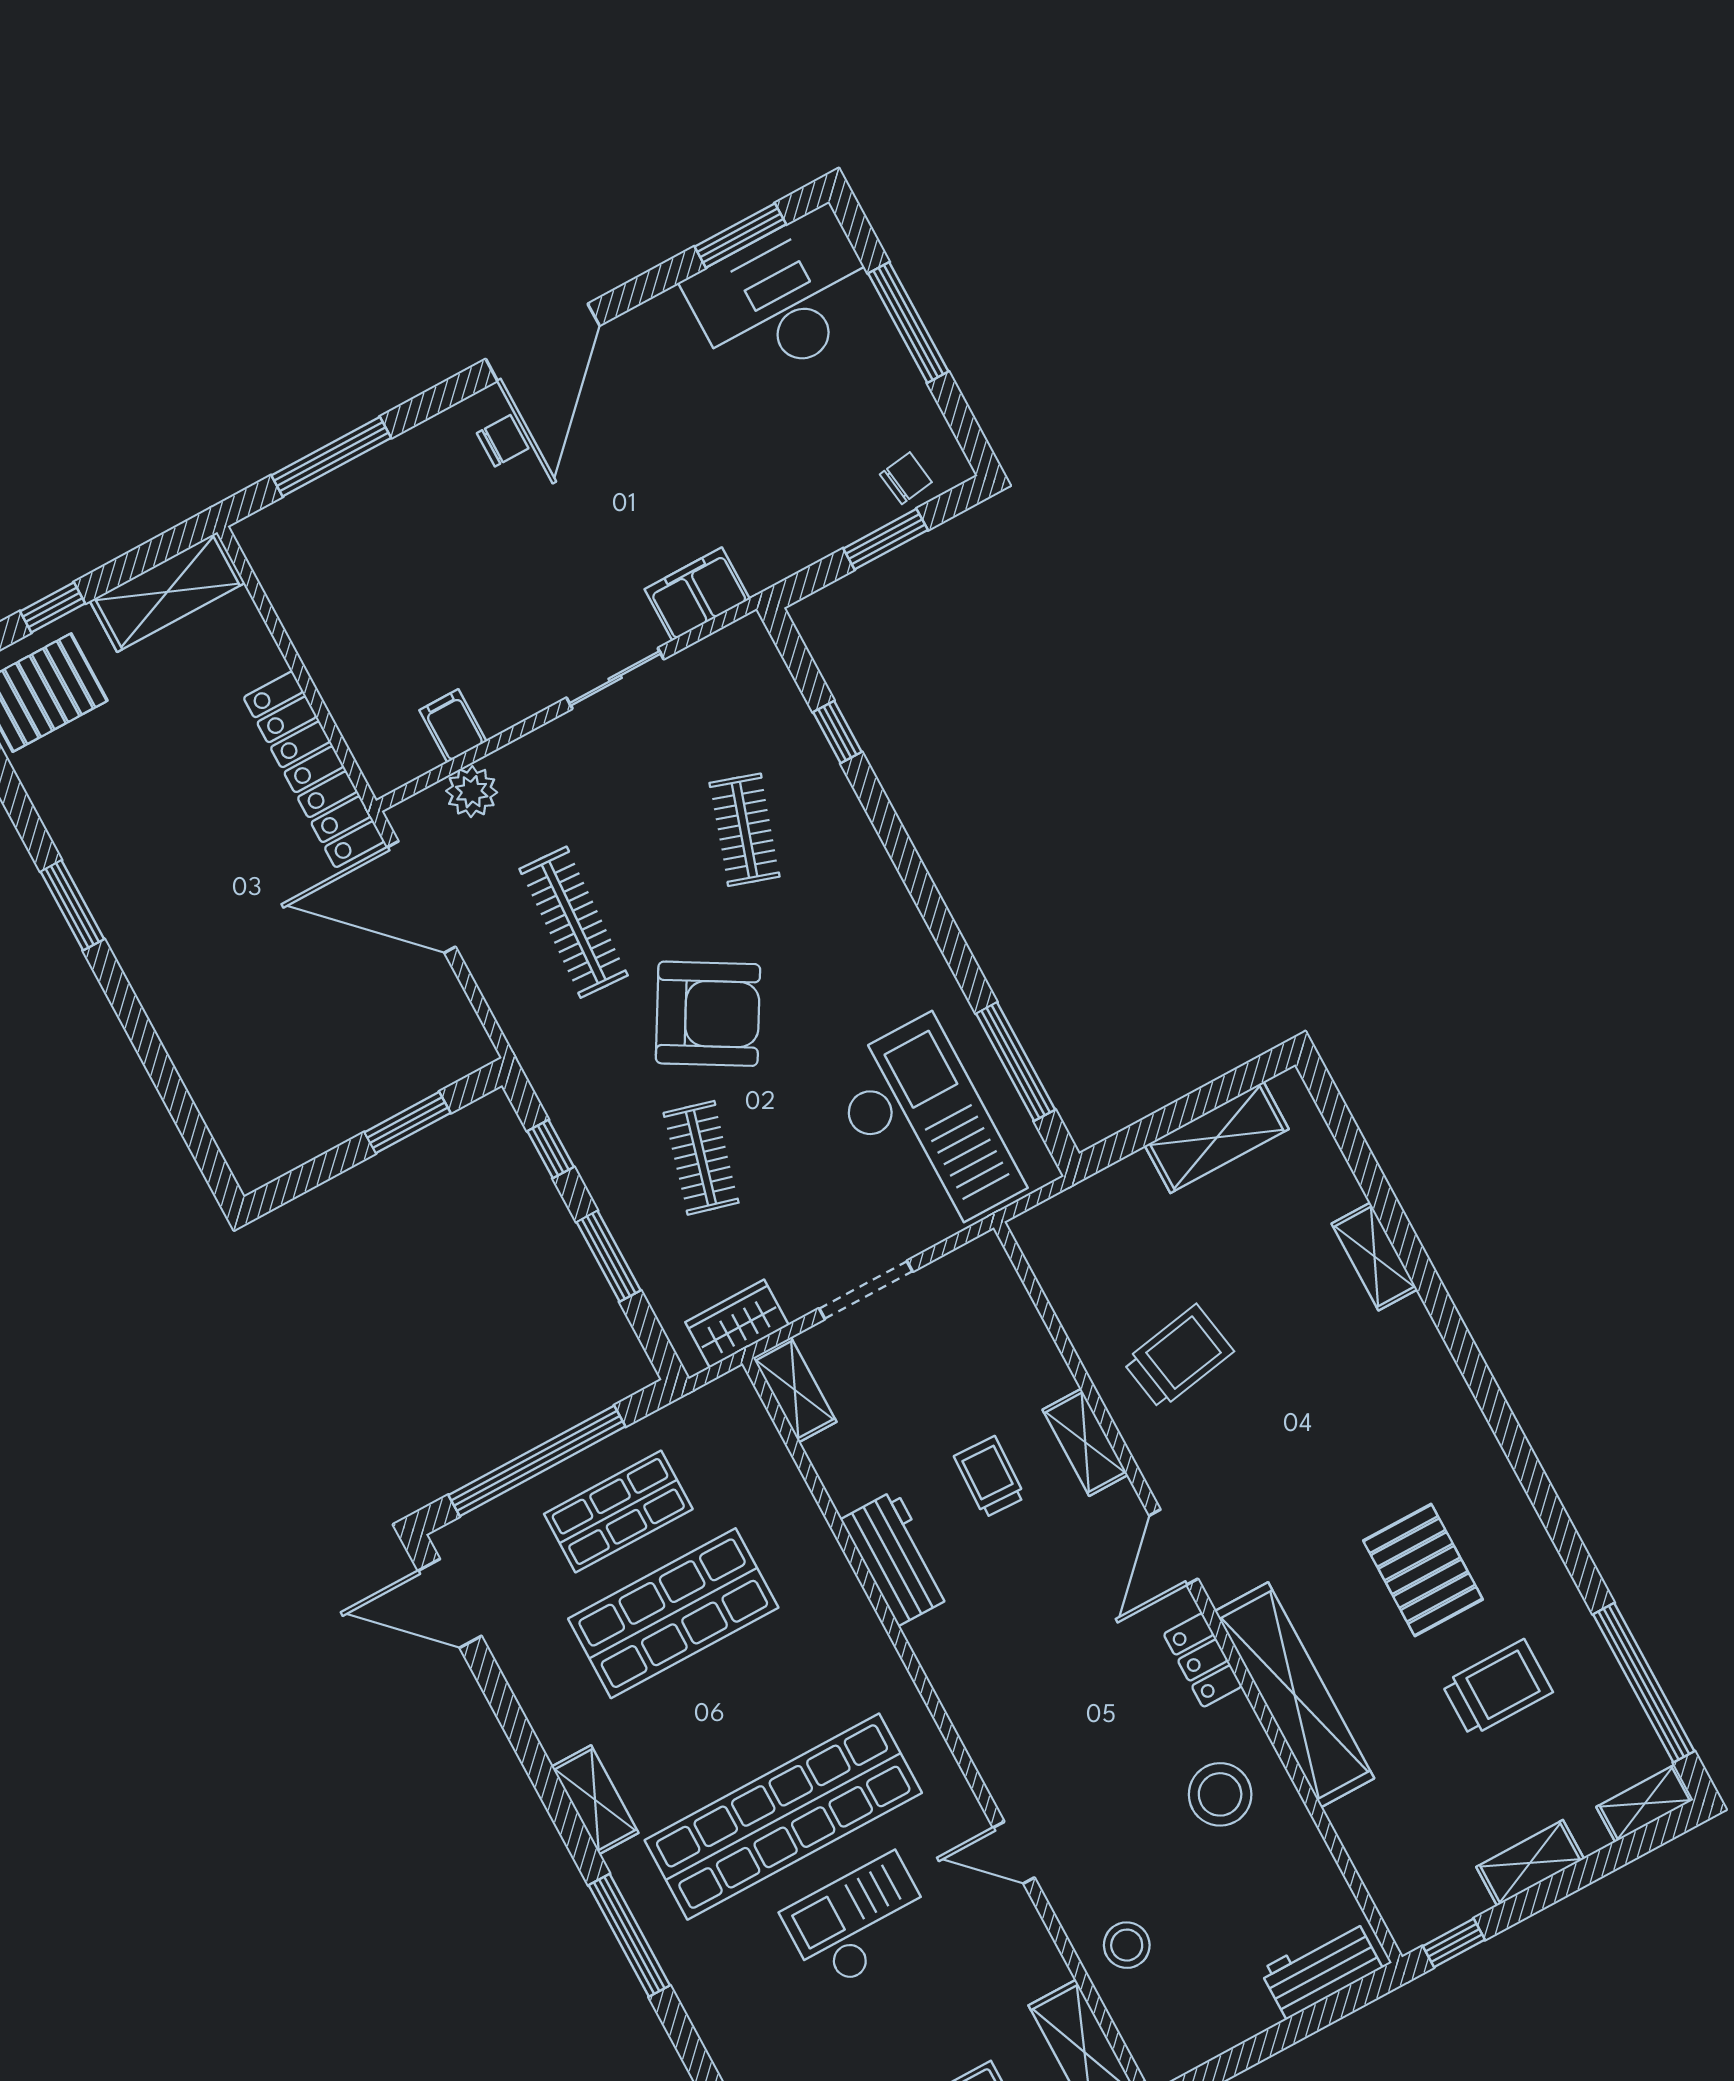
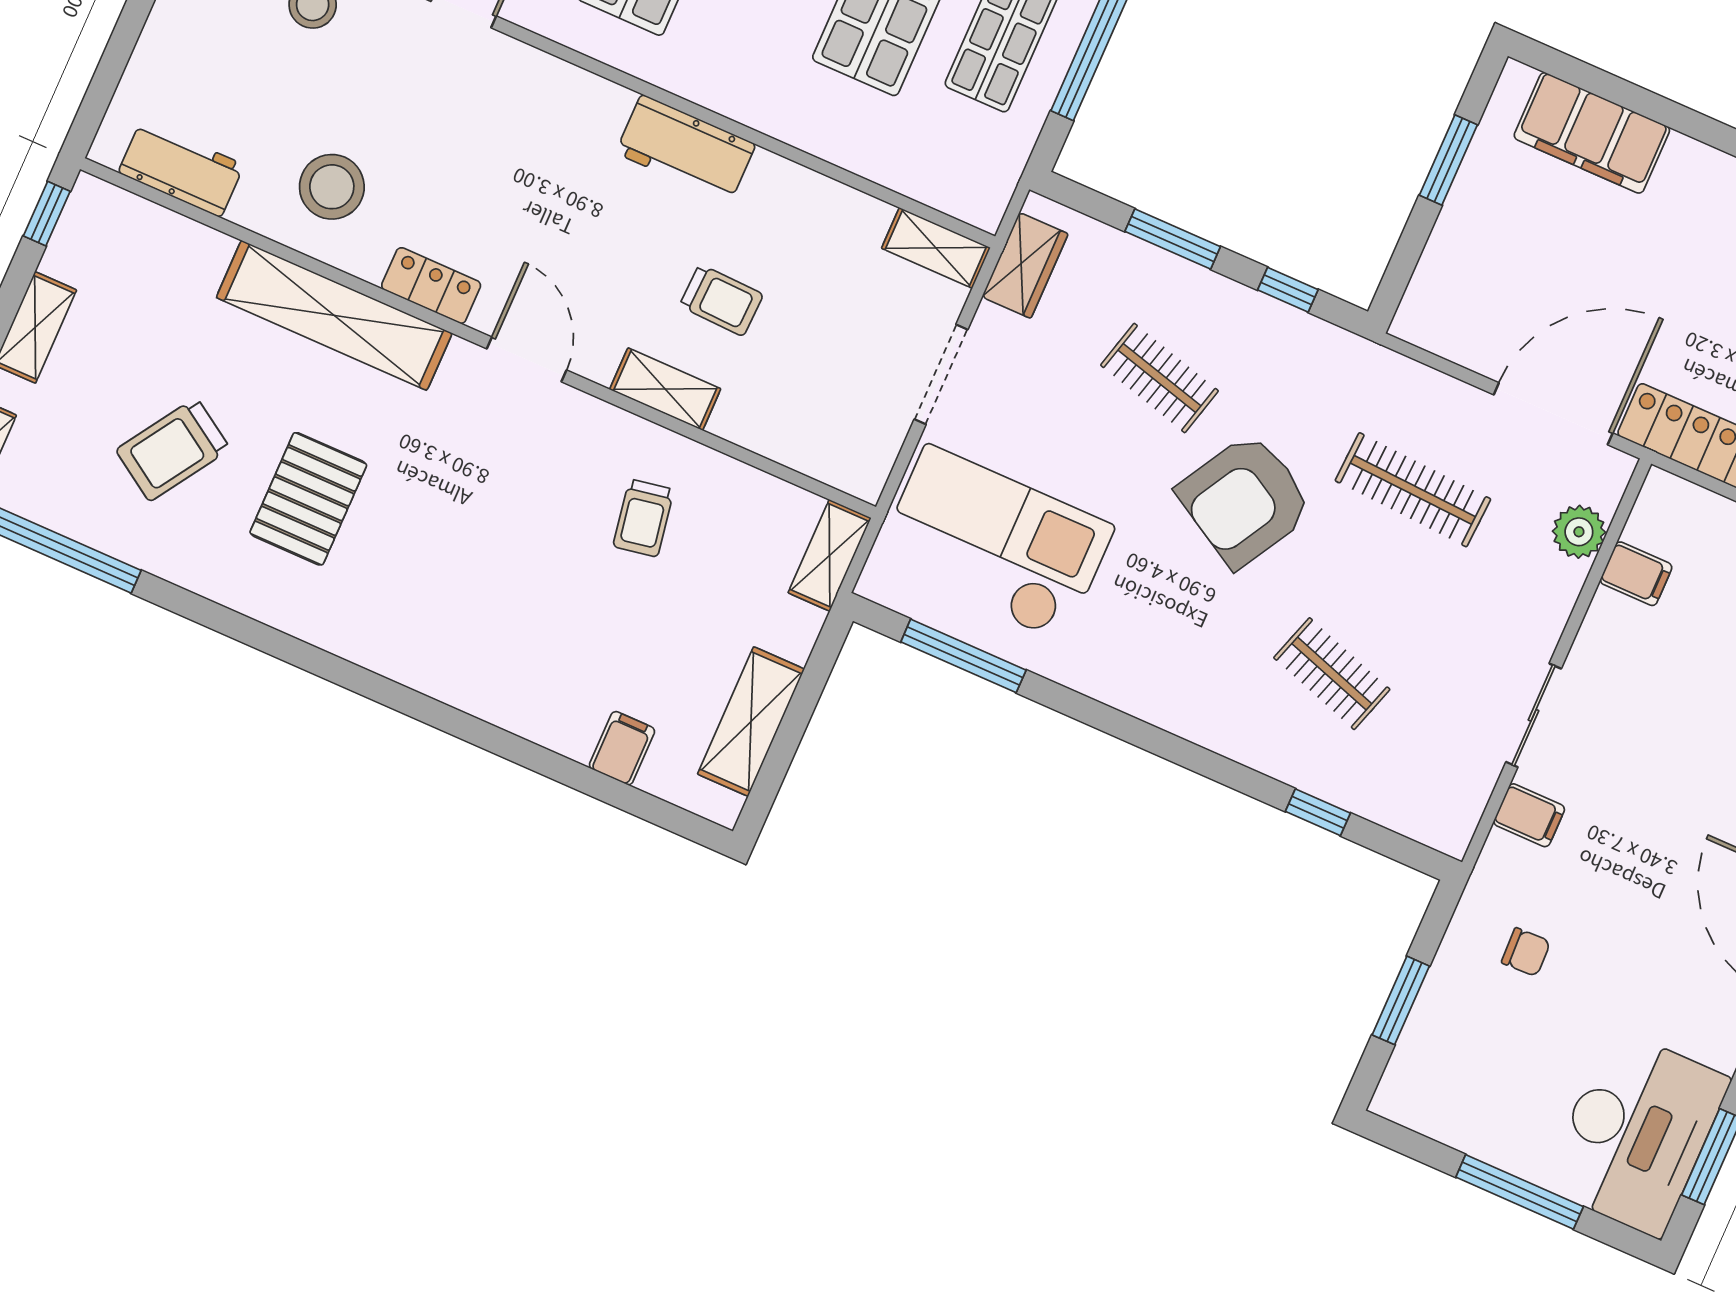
chair: (906, 478) -> (1526, 952), moved, turned -84
filing cabinet: (697, 594) -> (1529, 815), width x0.50
filing cabinet: (225, 1089) -> (1592, 133), added
window: (407, 1123) -> (1448, 160), moved
checkout: (925, 1129) -> (995, 543), turned 180
filing cabinet: (1331, 1193) -> (622, 748), added
shelving: (1374, 1257) -> (830, 555), moved, turned 90
trolley: (1178, 1357) -> (643, 518), width x0.73, depth x0.72
workbench: (897, 1558) -> (686, 149), moved
pallet: (1423, 1570) -> (308, 499), turned 90
trolley: (1497, 1688) -> (173, 450), turned 33
workbench: (1321, 1969) -> (181, 169), moved, turned -90

